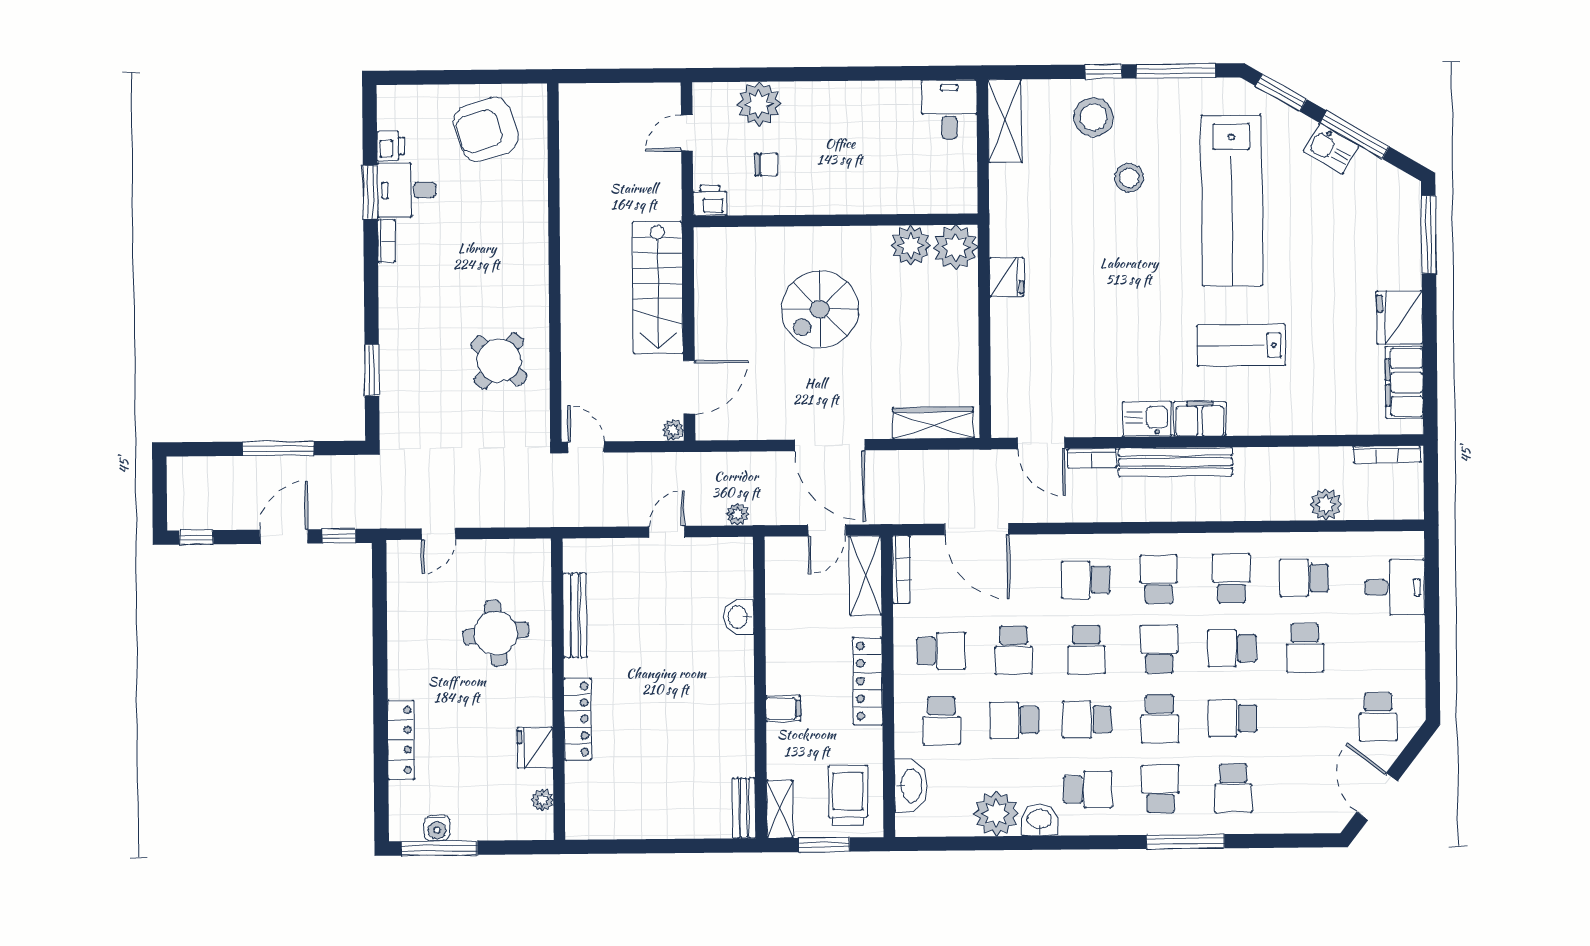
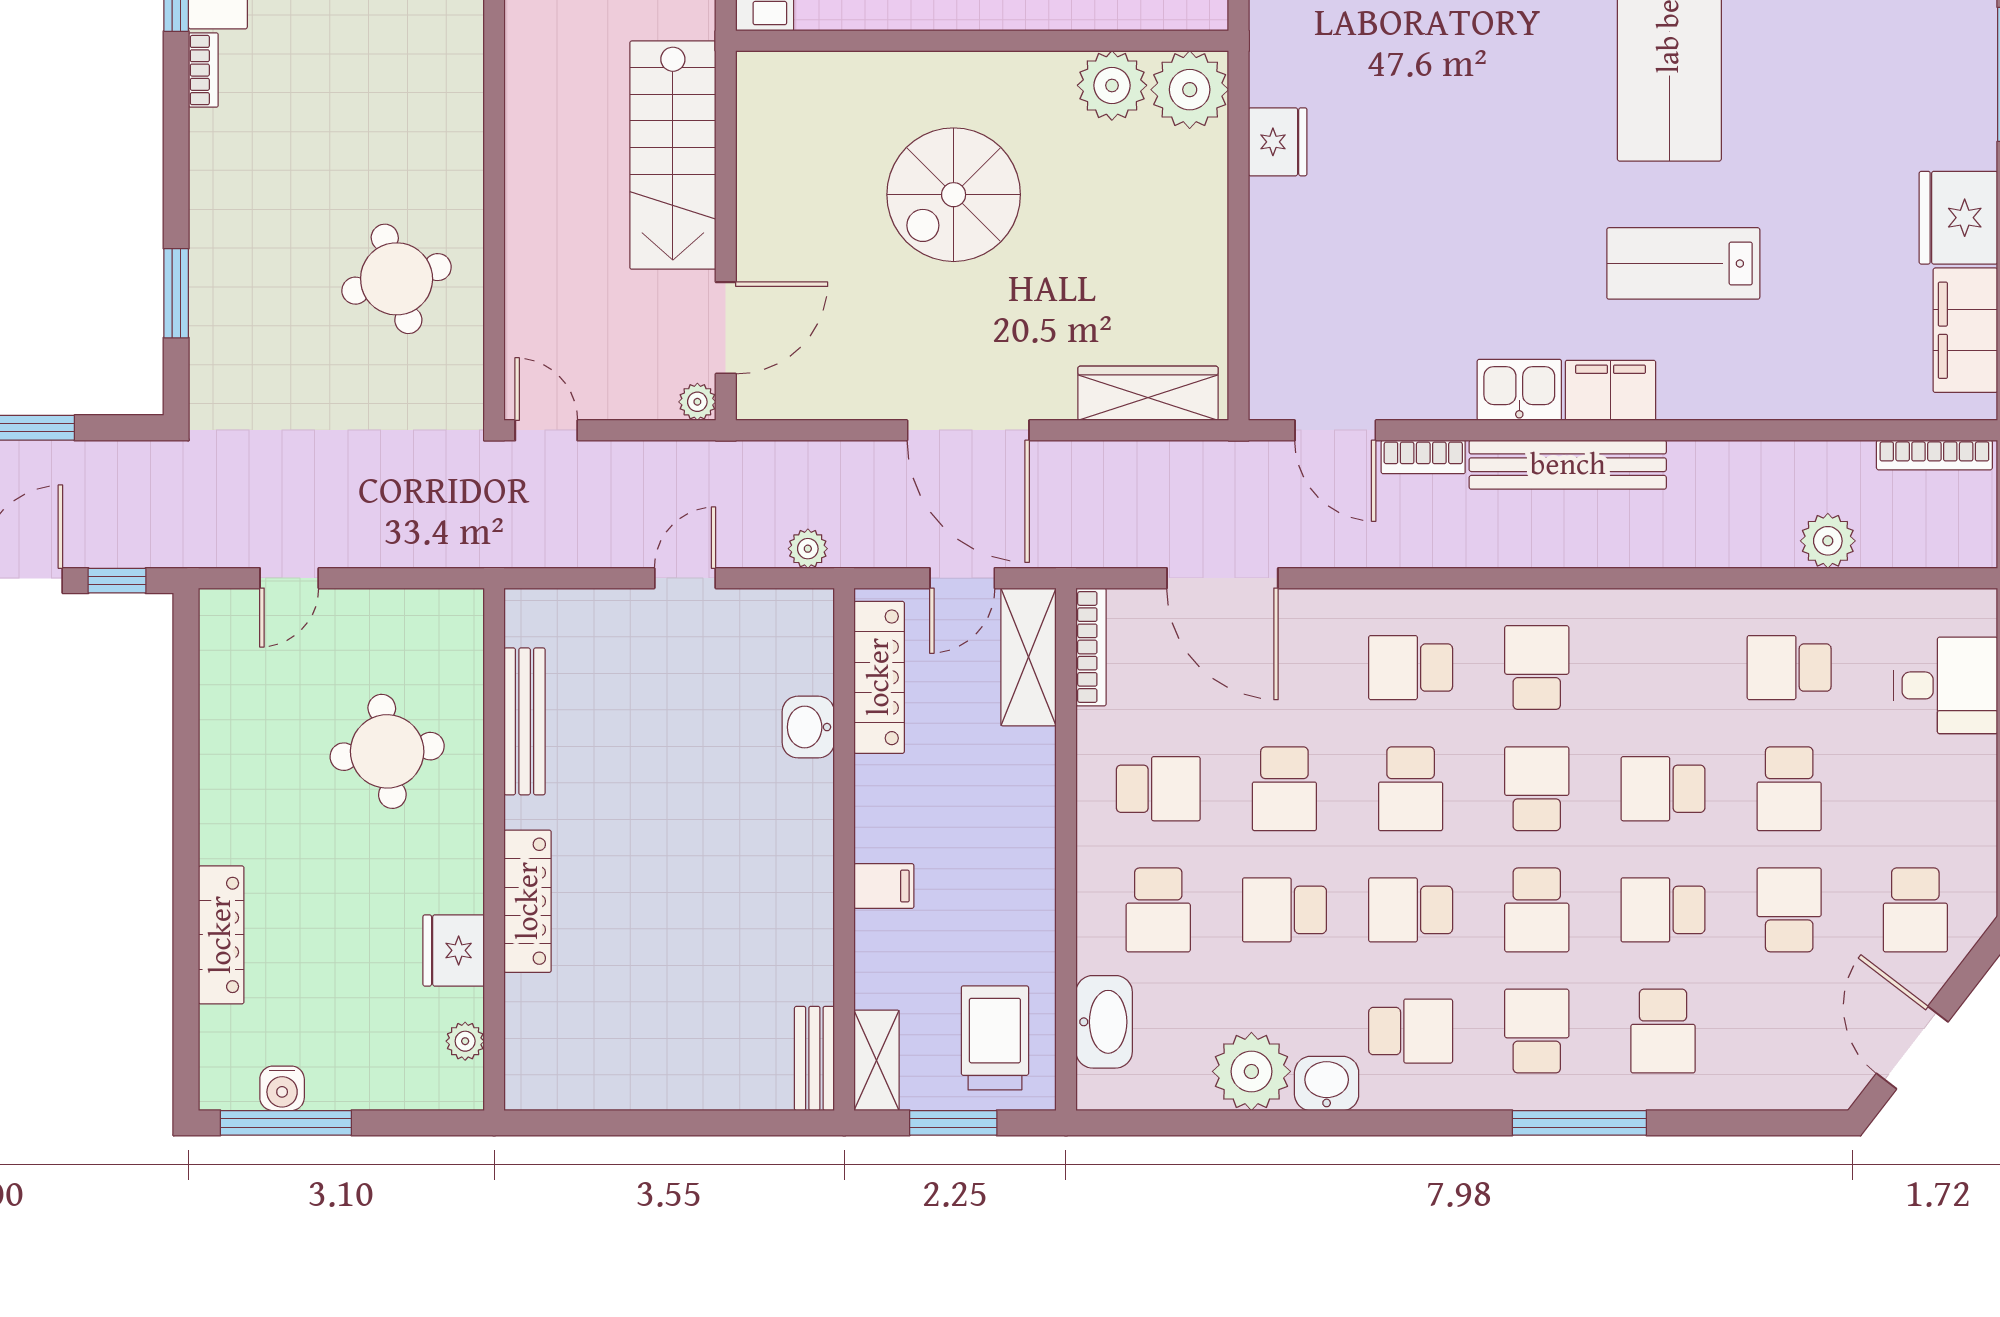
round table: (499, 361) -> (397, 279), turned 34
school desk: (1231, 578) -> (1789, 910), moved
locker: (868, 681) -> (879, 677), moved, turned 180

